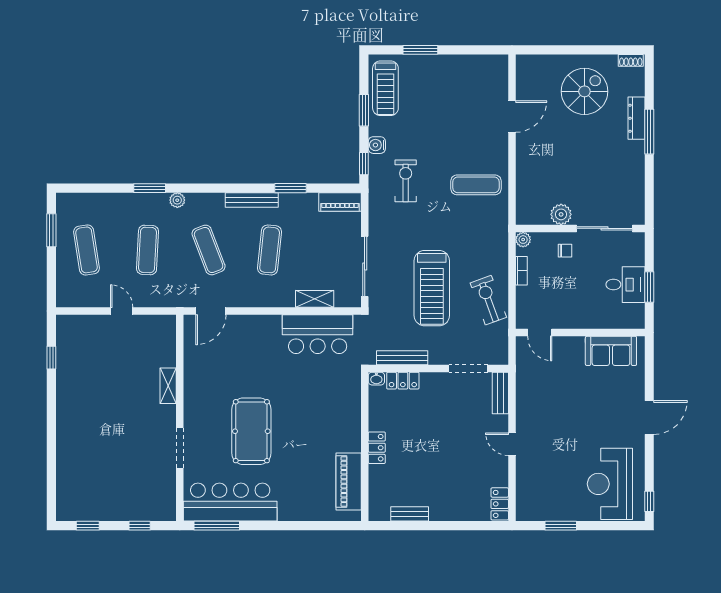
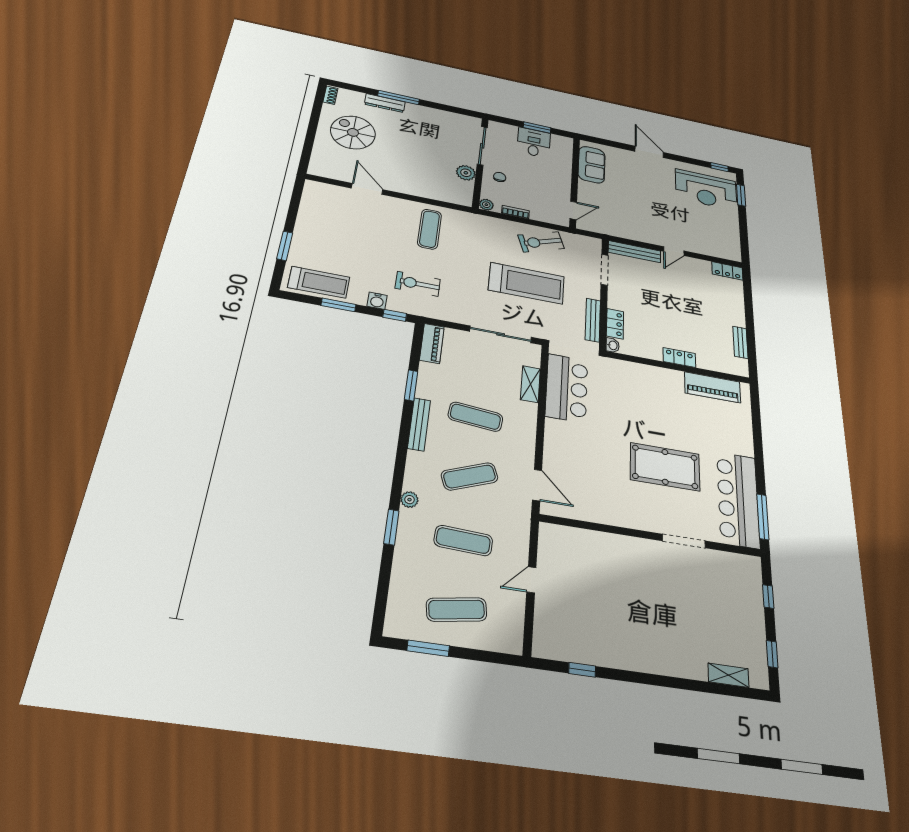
shelving: (168, 386) -> (728, 675), moved
bench: (500, 393) -> (634, 252), width x1.36
window: (561, 526) -> (741, 195), moved

